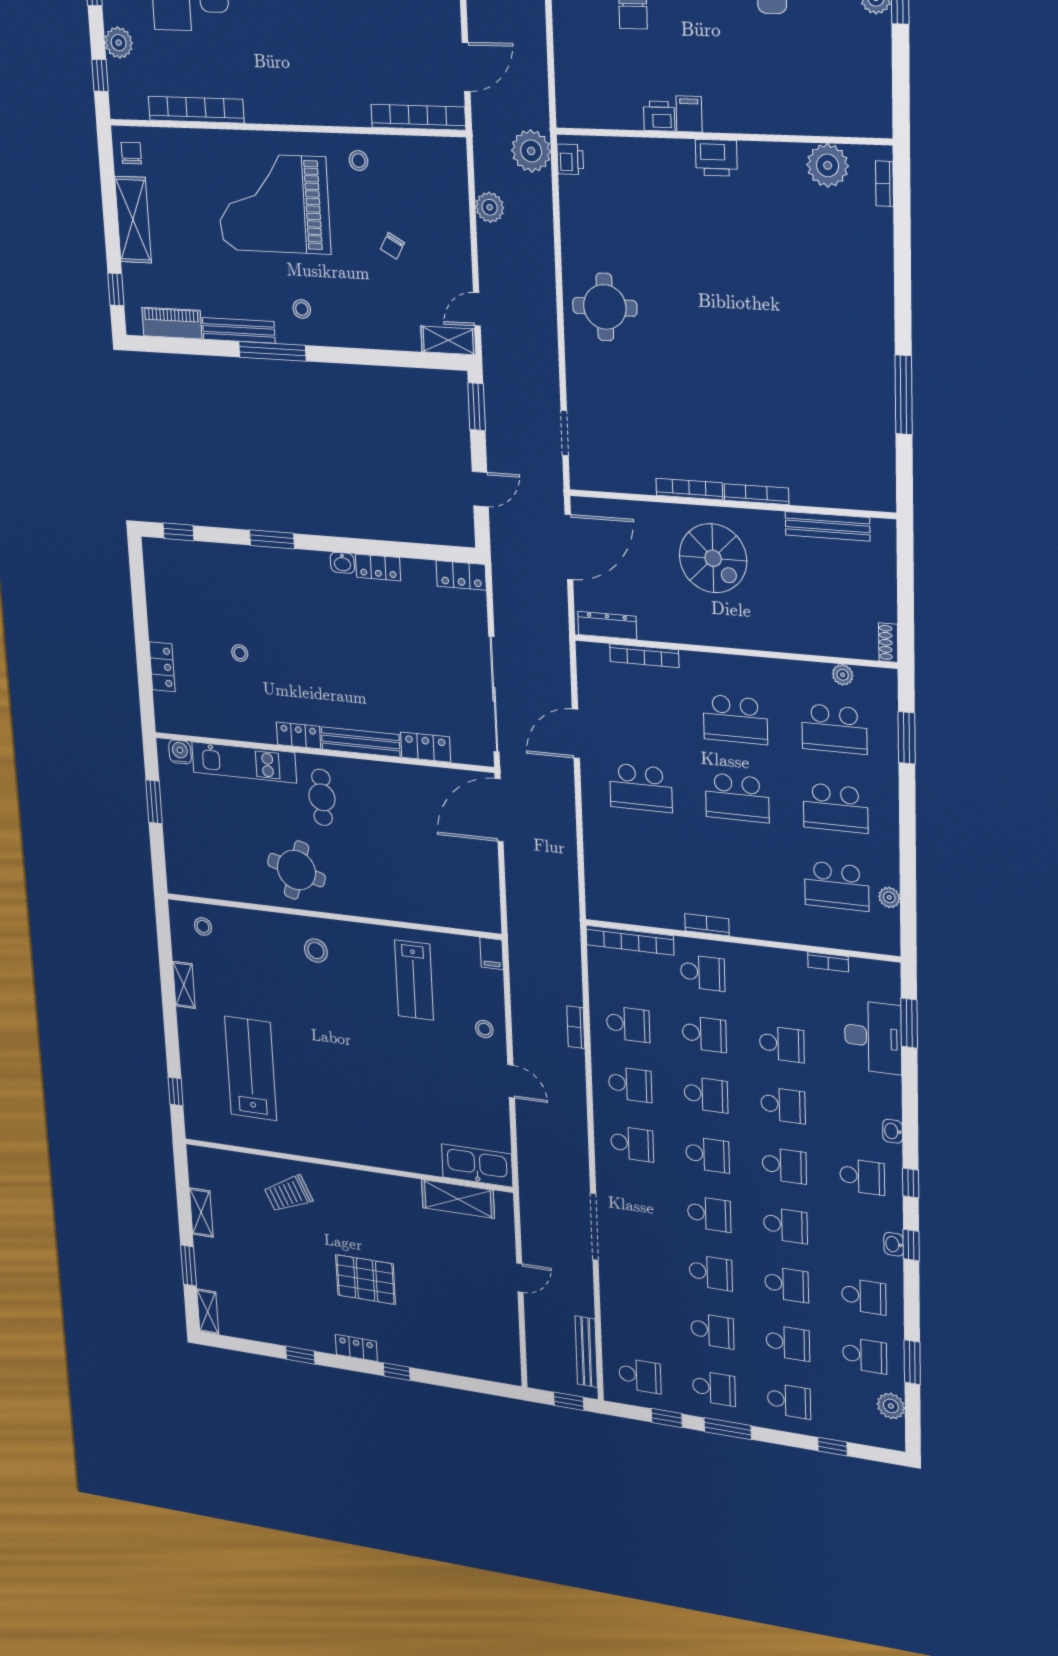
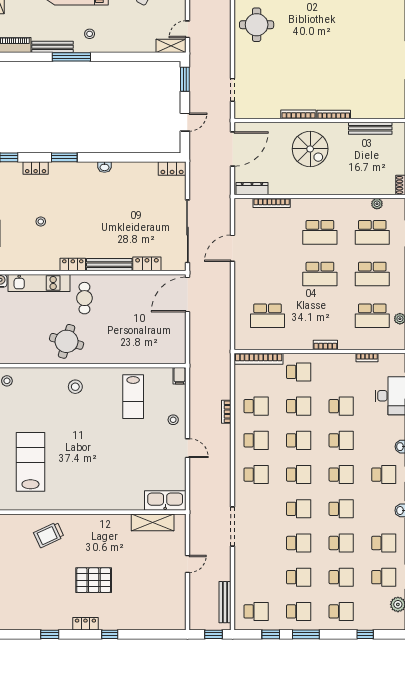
locker: (378, 567) -> (36, 168), moved
school desk: (641, 788) -> (268, 316), moved
bookcase: (707, 925) -> (325, 345), moved

